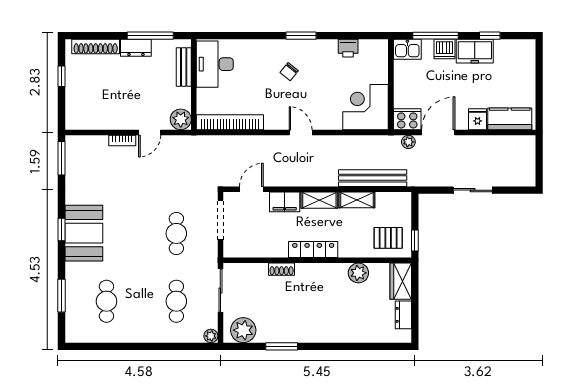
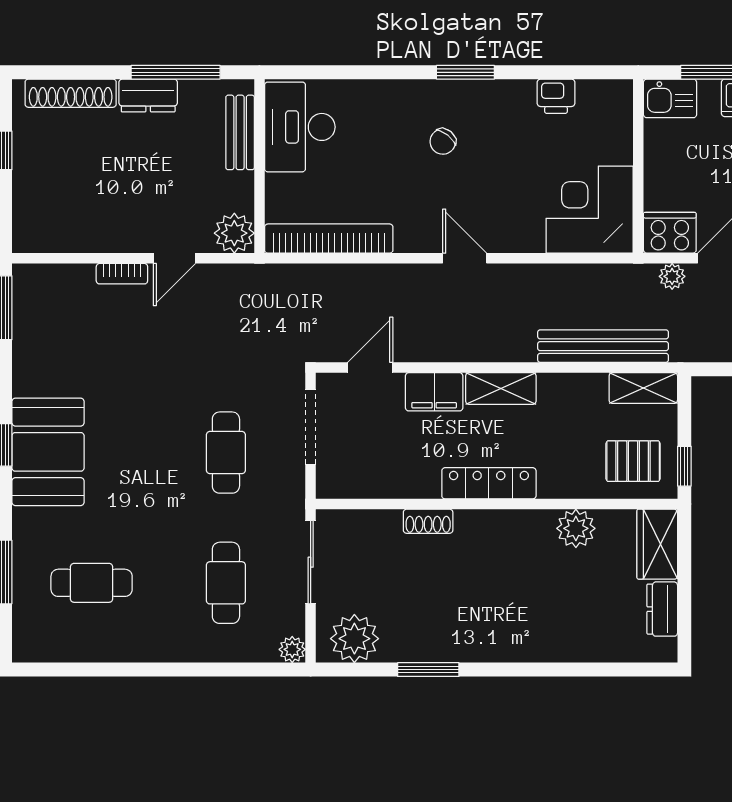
shelving: (357, 200) -> (643, 388), moved
cafe table: (106, 301) -> (92, 583), turned 90

